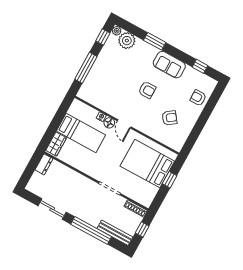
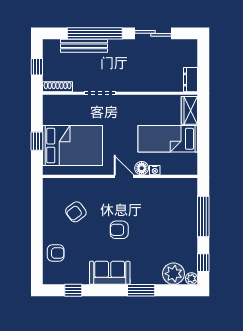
bench: (115, 233) -> (84, 46), moved

